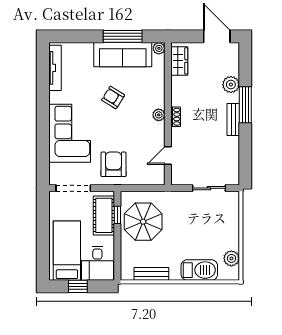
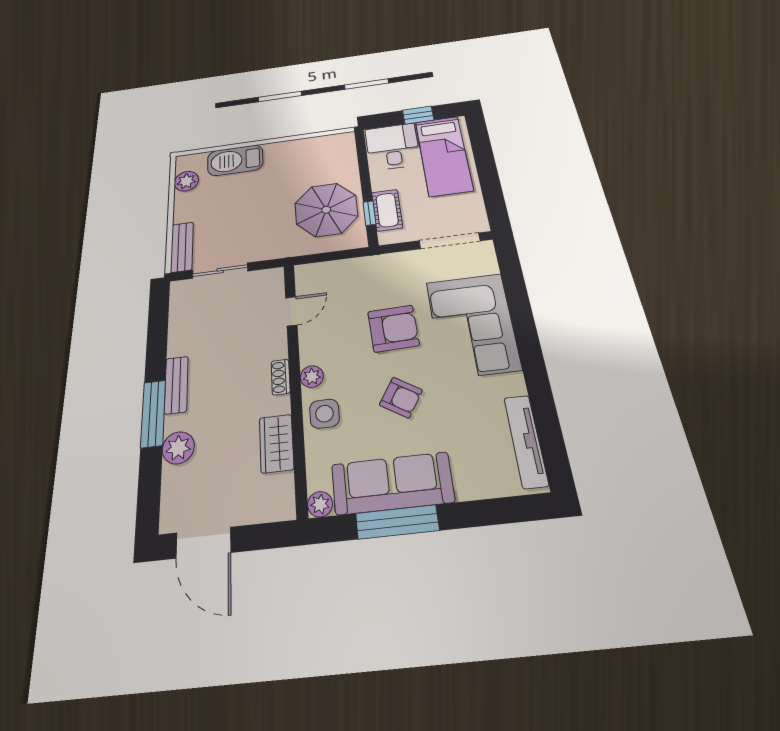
wardrobe: (179, 61) -> (276, 443), moved
side table: (153, 94) -> (324, 414), added
armchair: (113, 164) -> (393, 328), moved, turned -92
cot: (104, 215) -> (387, 210), width x0.73, depth x0.75
bench: (151, 274) -> (182, 247), moved, turned 90

